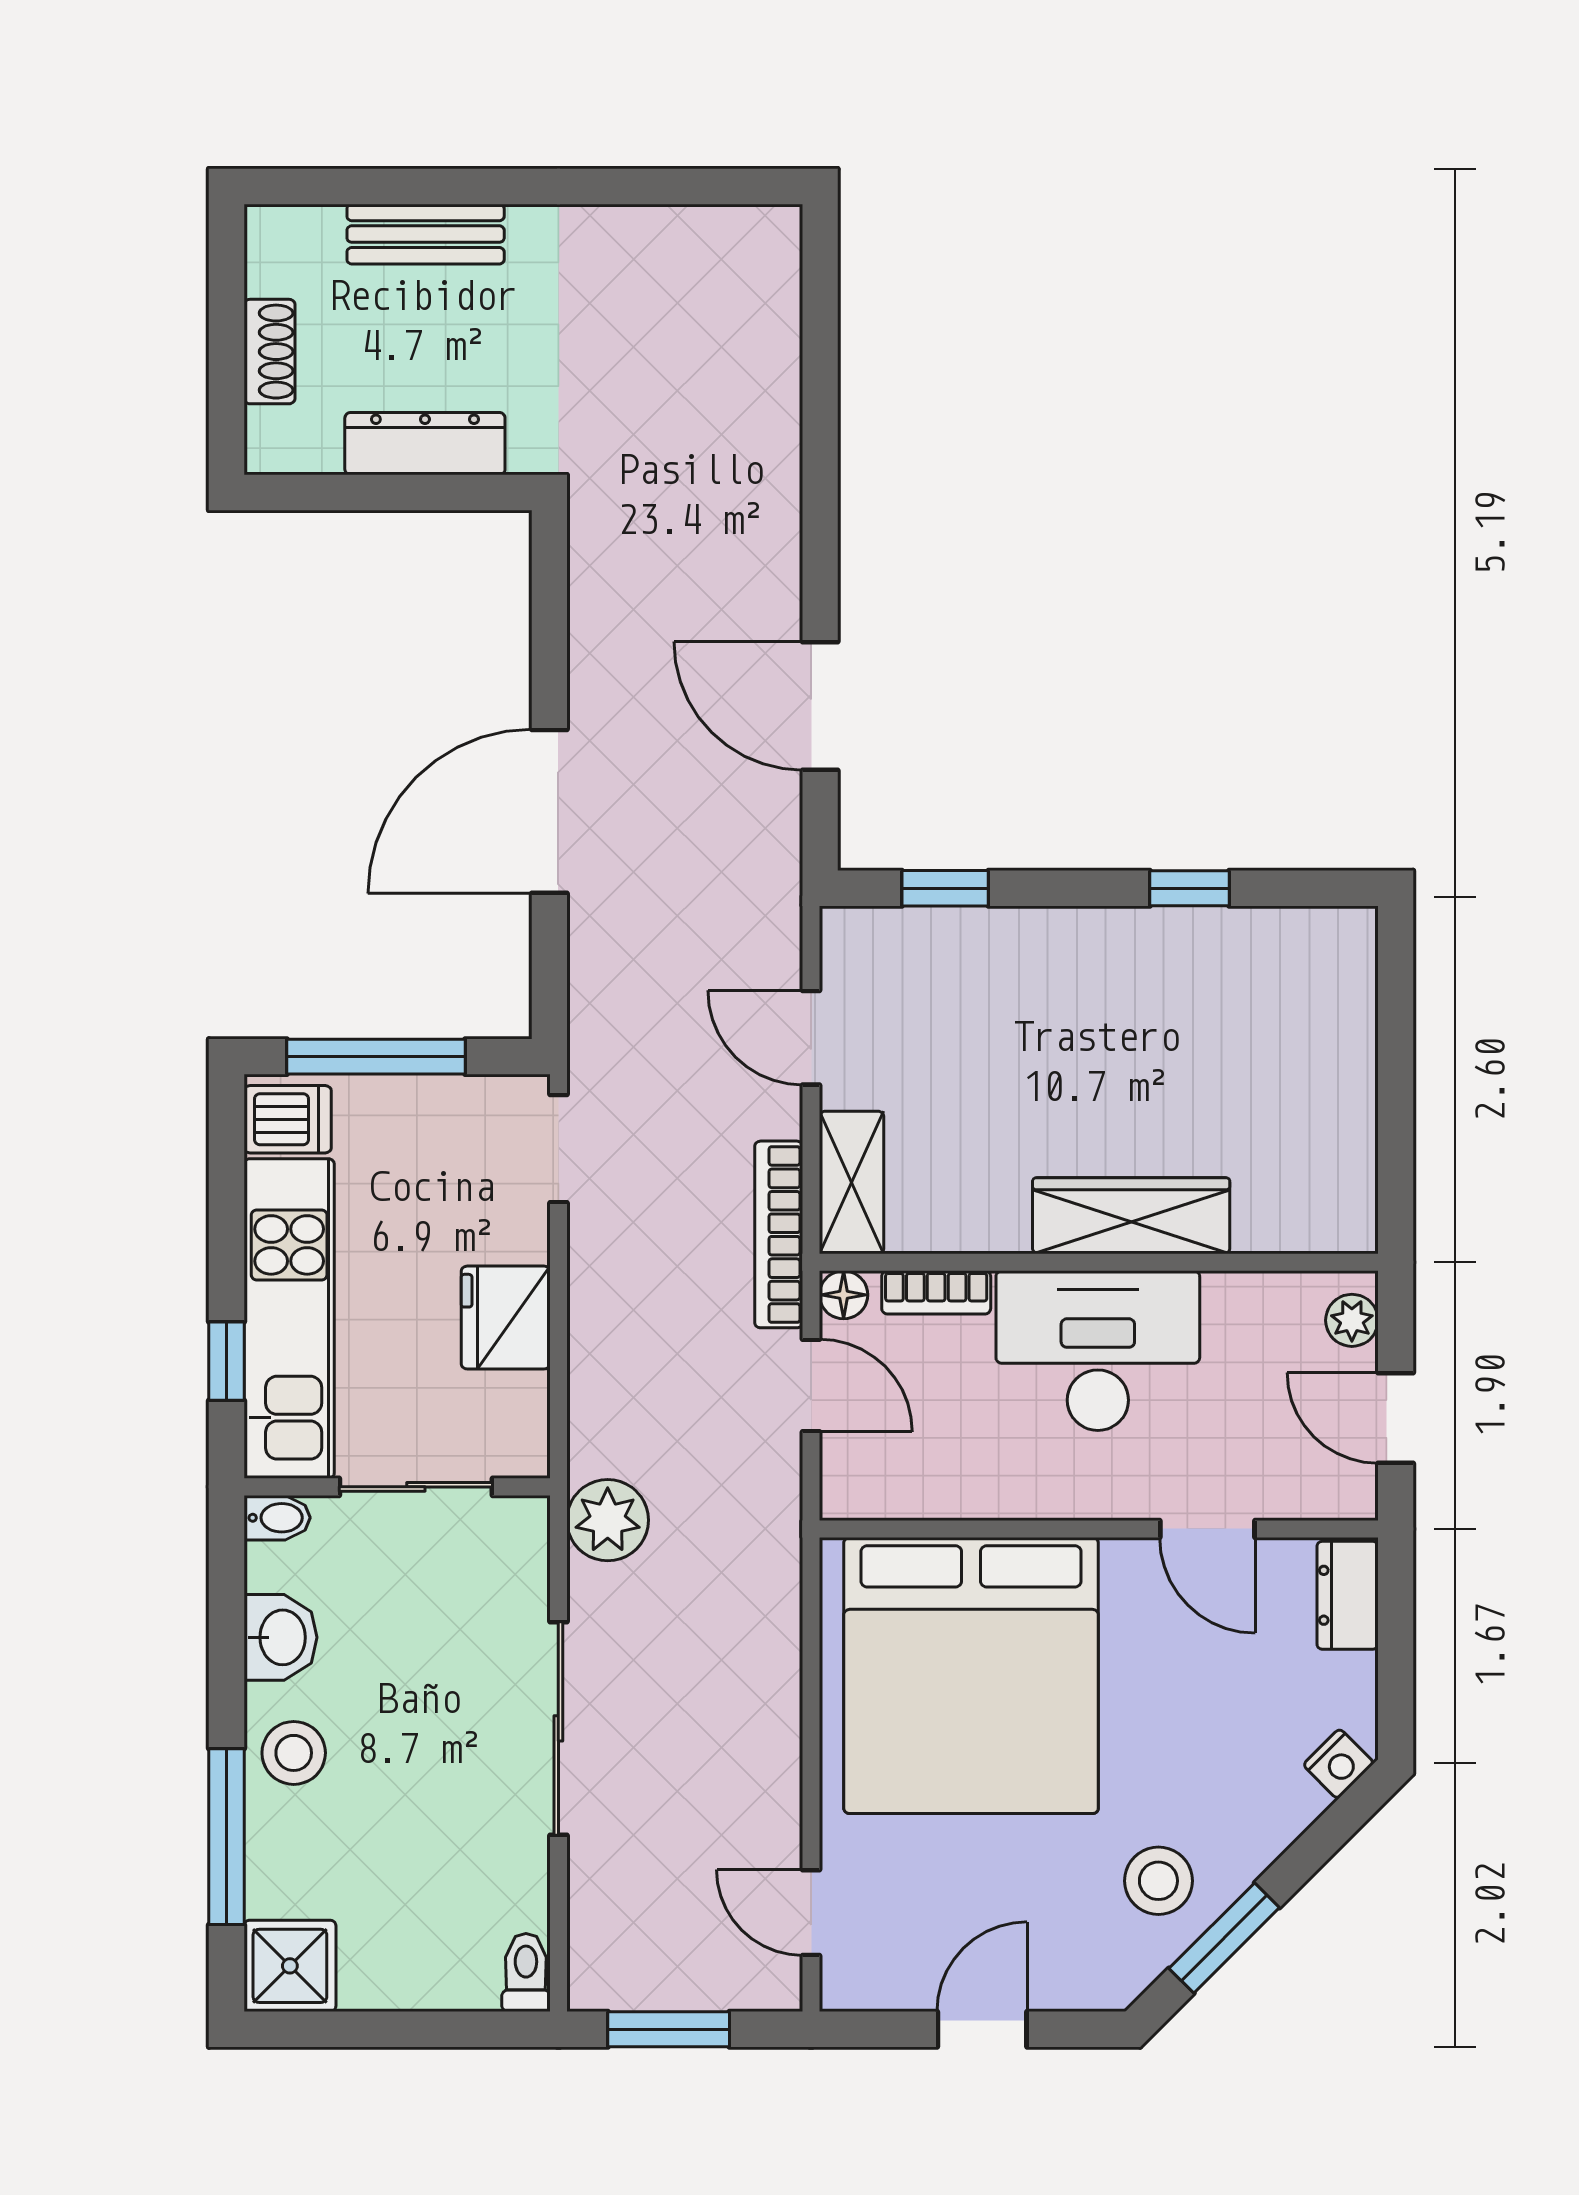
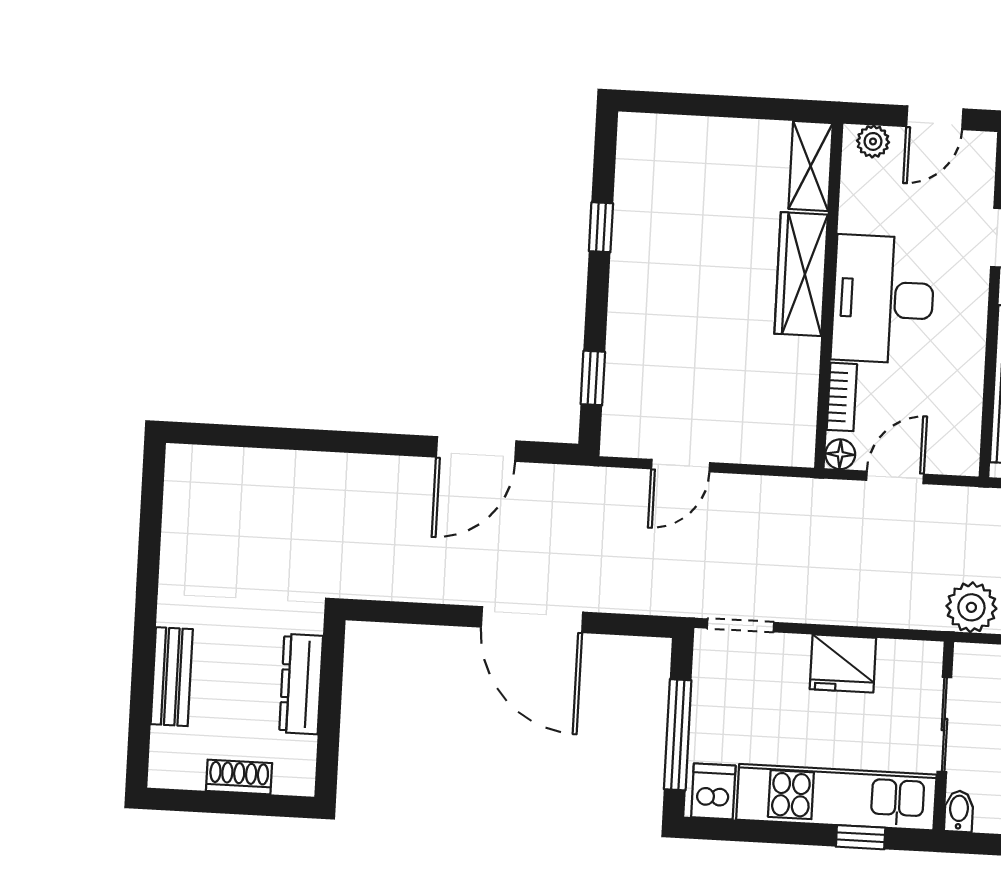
shelving: (852, 1183) -> (811, 166), moved, turned 90
bookcase: (779, 1234) -> (801, 492), removed

